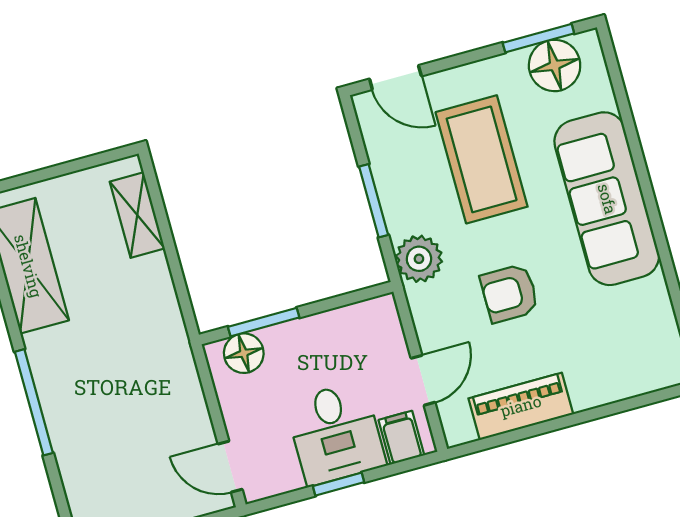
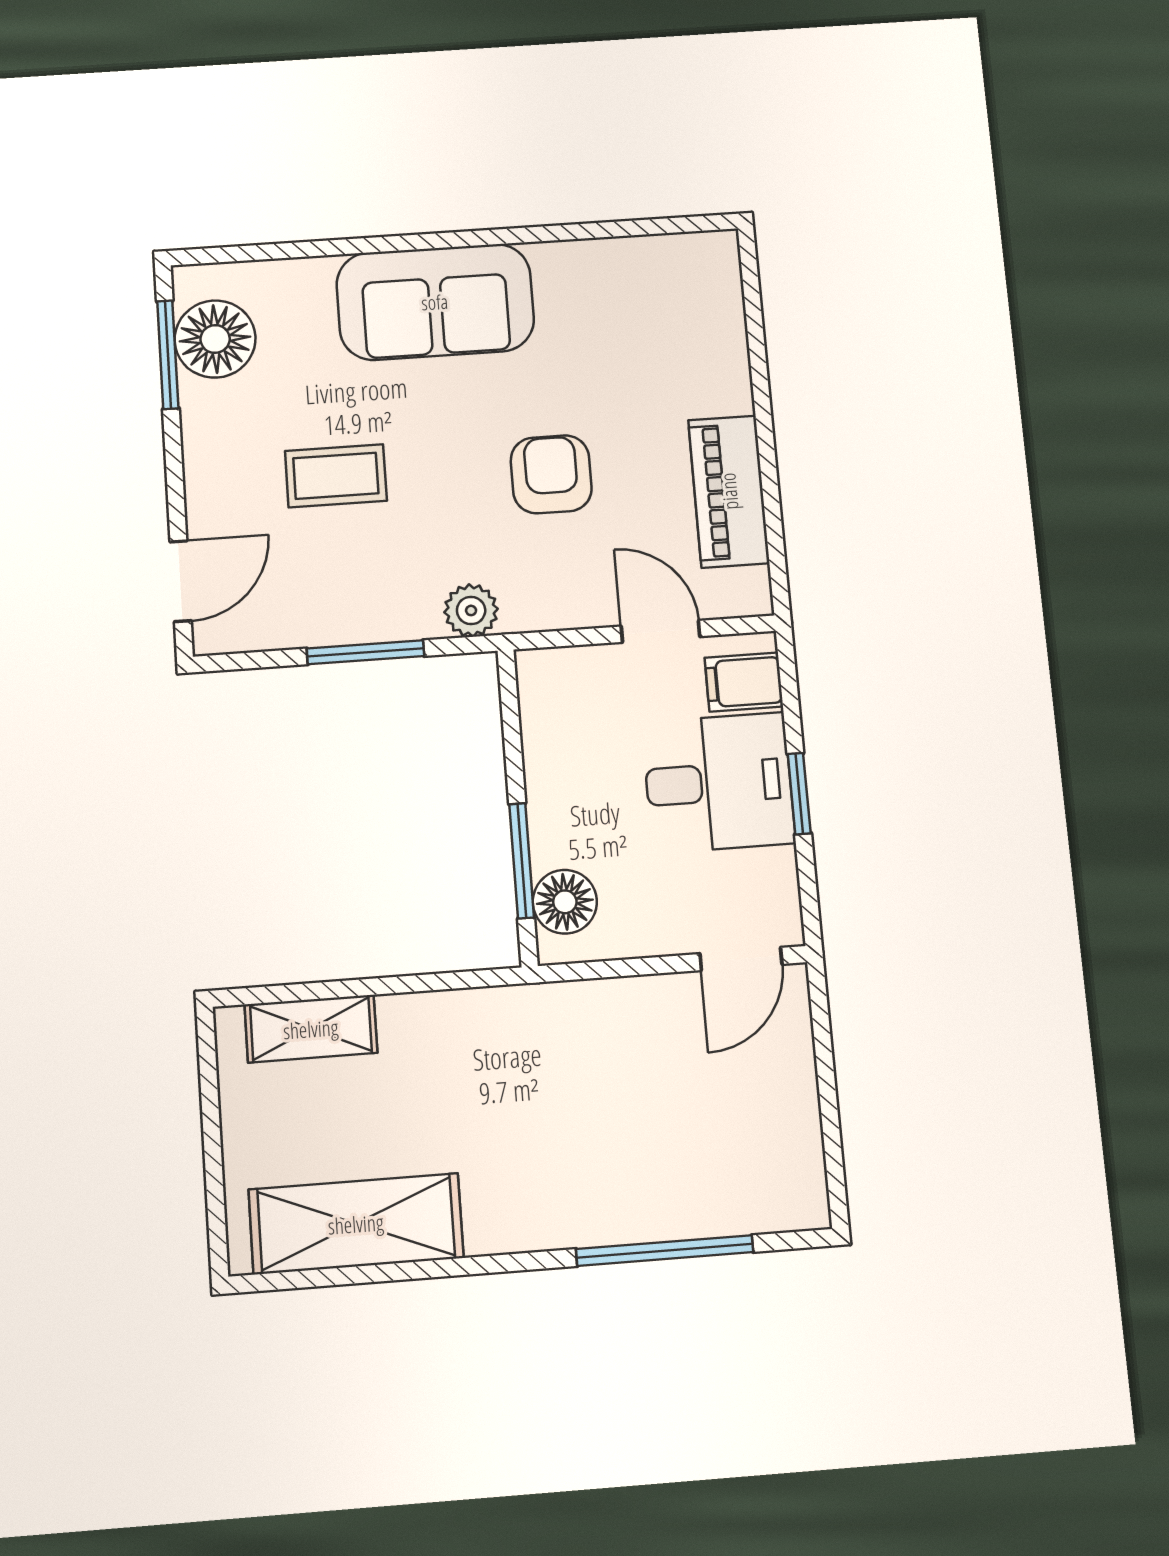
coffee table: (482, 159) -> (336, 476), width x0.54, depth x0.58
sofa: (607, 199) -> (435, 302), width x0.73
plant: (419, 259) -> (471, 610), width x0.73, depth x0.73
armchair: (509, 293) -> (551, 474), turned 180
window: (34, 402) -> (665, 1251), moved

